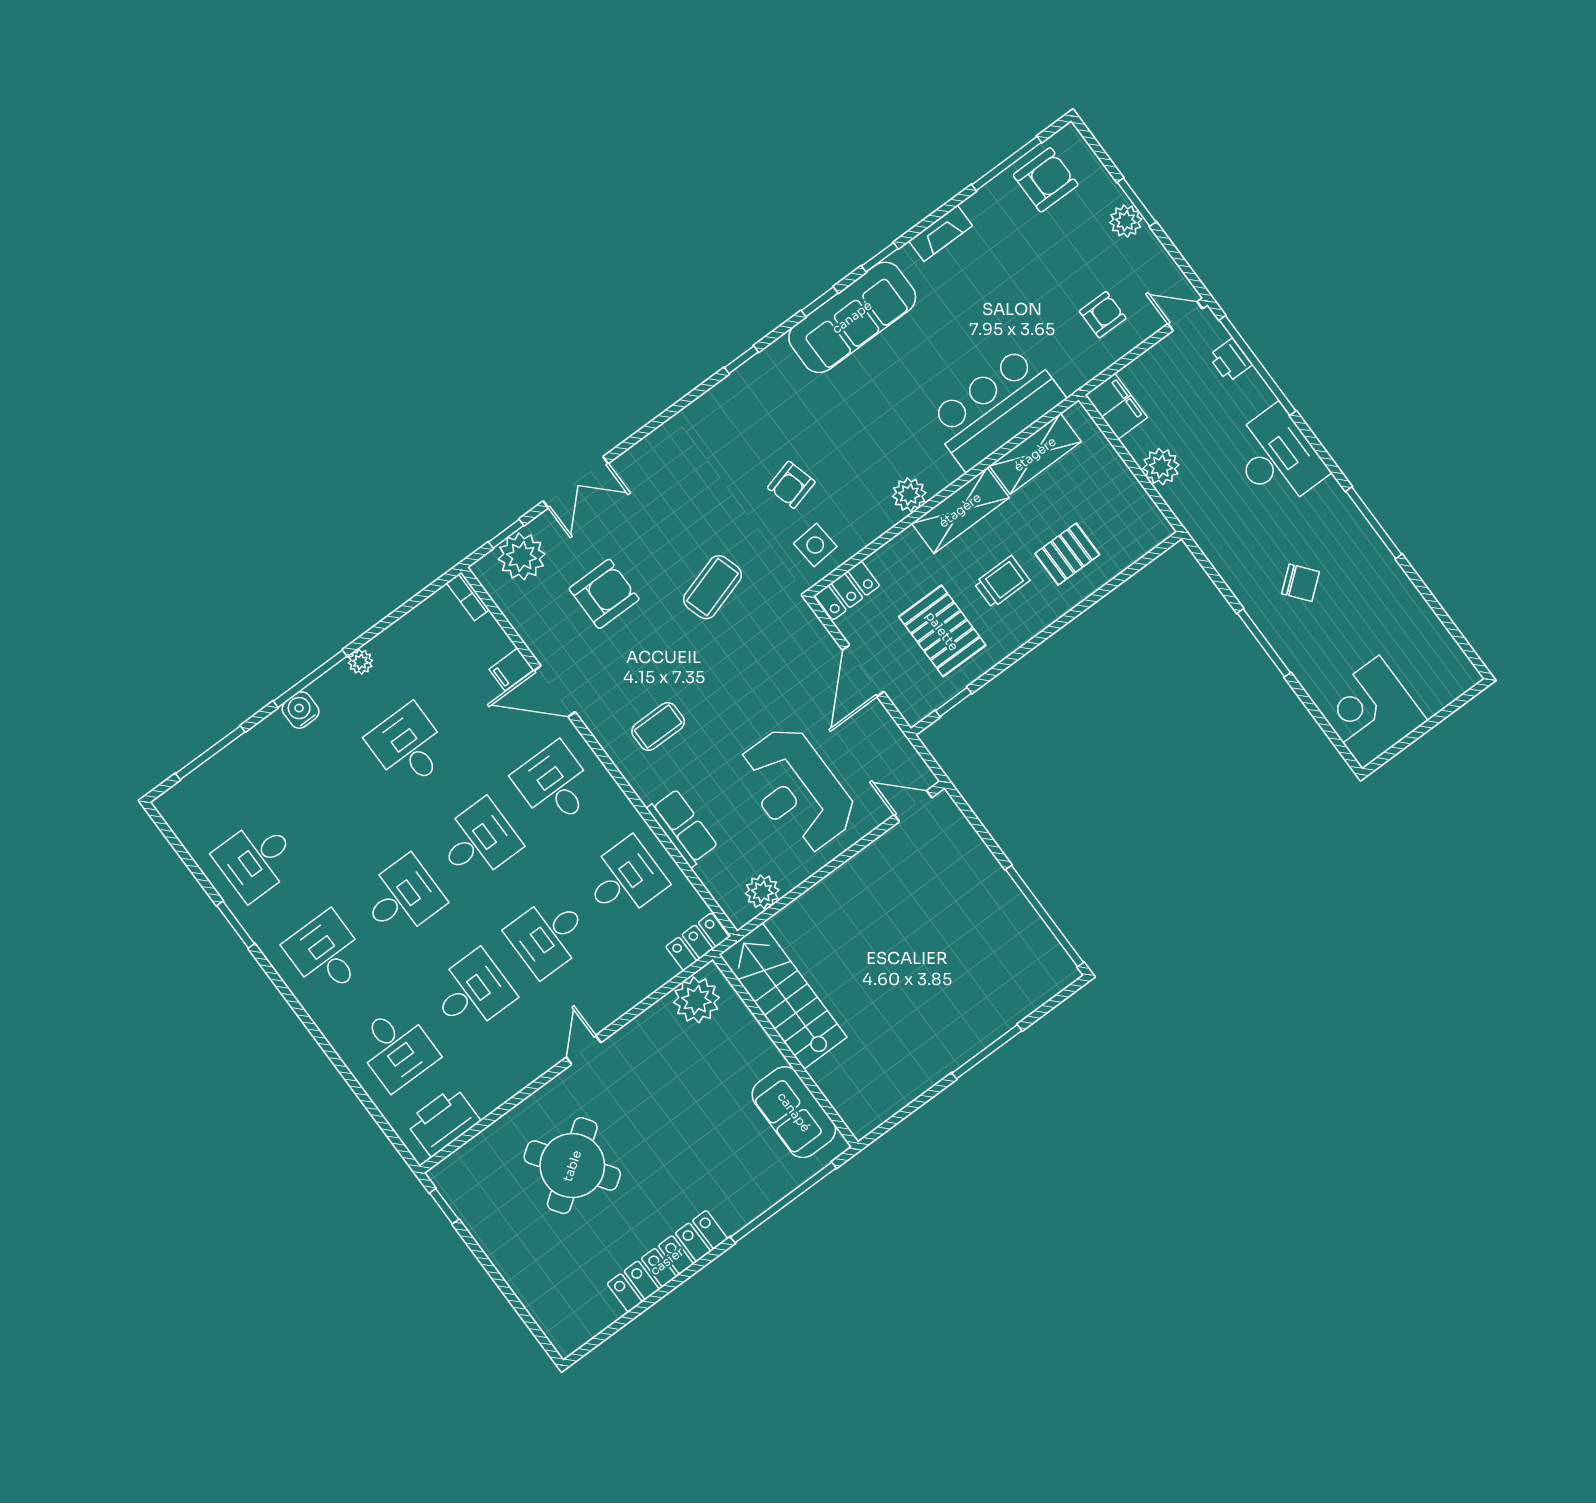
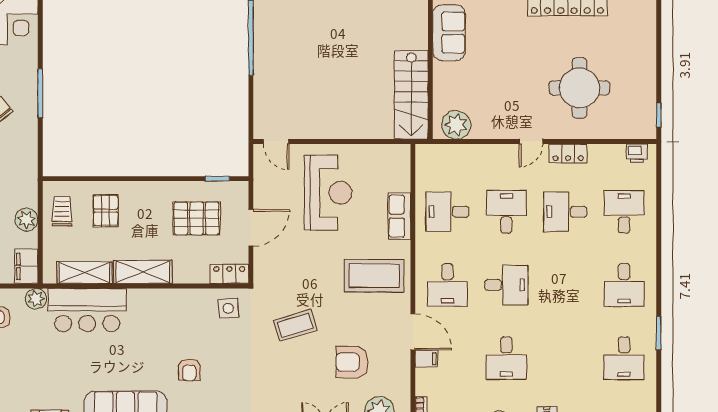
armchair: (791, 485) -> (189, 370), moved, turned 105
plant: (909, 495) -> (36, 299), moved
pallet: (1067, 554) -> (106, 211), turned 90
trolley: (1002, 582) -> (62, 211), moved, turned 90
pallet: (942, 631) -> (197, 218), turned 90
coffee table: (658, 727) -> (374, 276), width x1.86, depth x1.72
desk: (478, 841) -> (506, 285), turned 180
desk: (256, 859) -> (624, 358), turned 90
plant: (762, 892) -> (383, 155), removed
desk: (402, 897) -> (565, 285), removed
desk: (548, 936) -> (506, 212), turned -90
locker: (698, 942) -> (568, 153), moved
printer: (443, 1121) -> (637, 153), width x0.53, depth x0.68
round table: (572, 1166) -> (579, 88), turned 35

